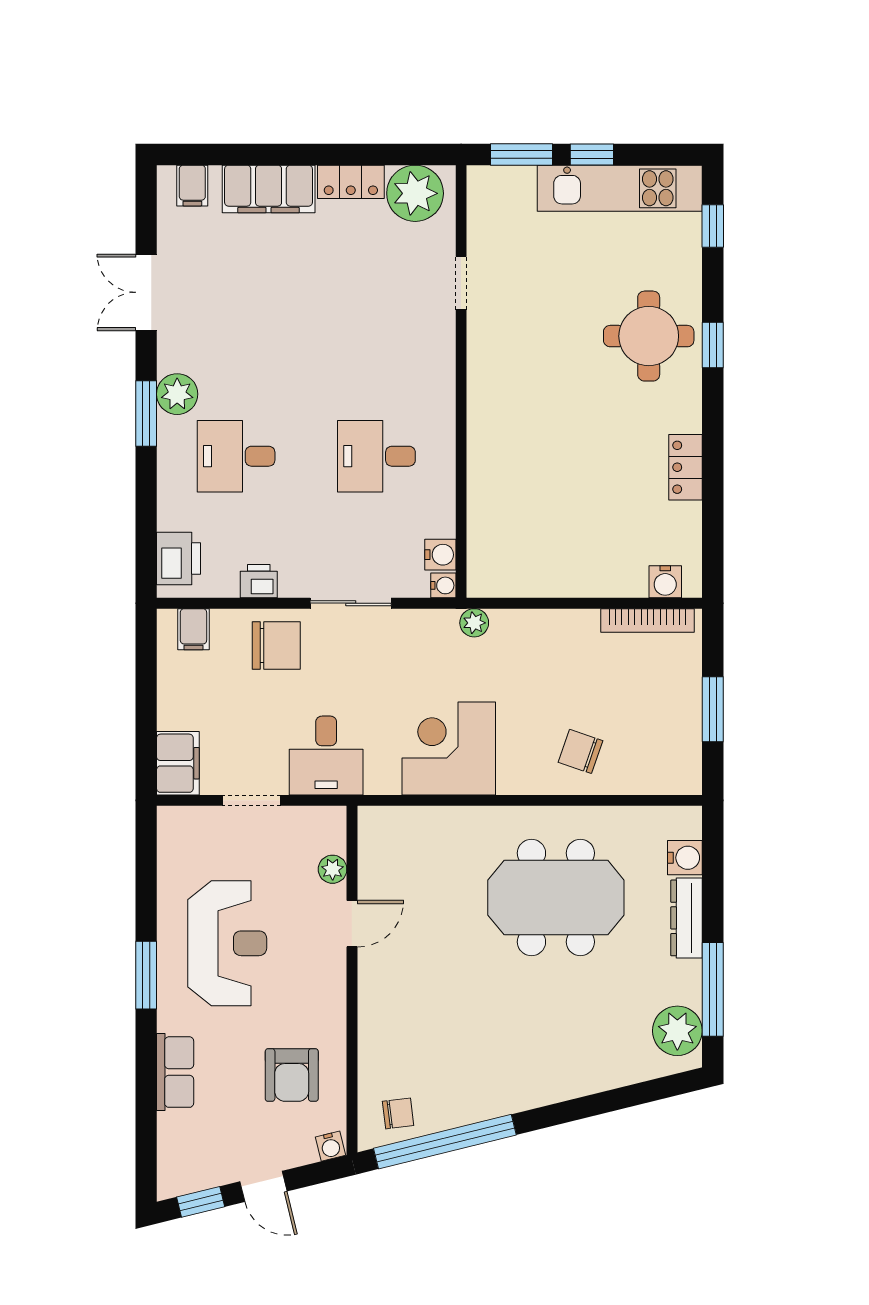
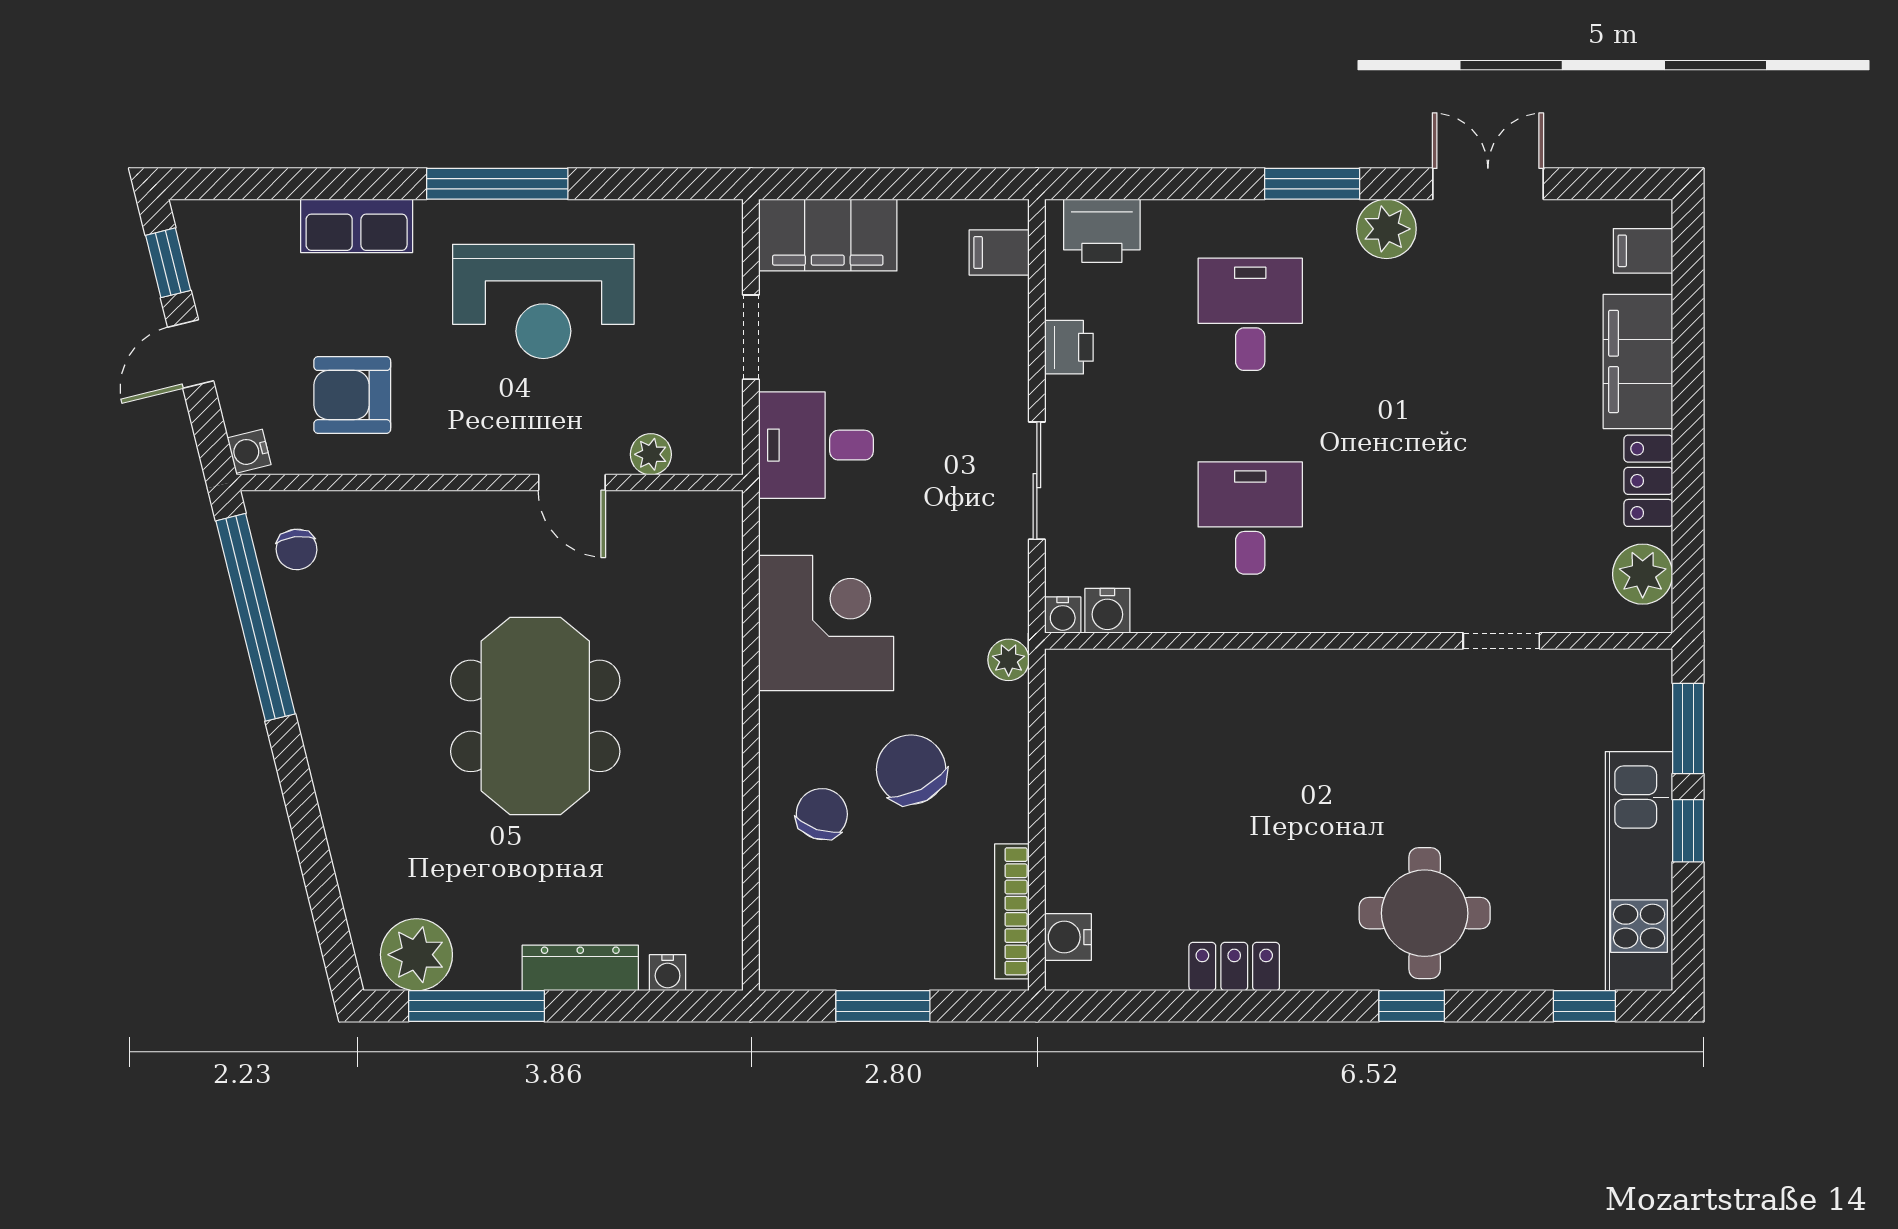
plant: (415, 193) -> (1643, 574), width x0.73, depth x0.73
plant: (177, 394) -> (1386, 229), moved
chair: (276, 645) -> (911, 770), moved, turned 153
filing cabinet: (178, 763) -> (828, 235), width x1.50, depth x1.17
water cooler: (685, 858) -> (668, 973), width x0.72, depth x0.72
meeting table: (556, 898) -> (535, 716), moved
window: (146, 975) -> (497, 184), width x1.44

